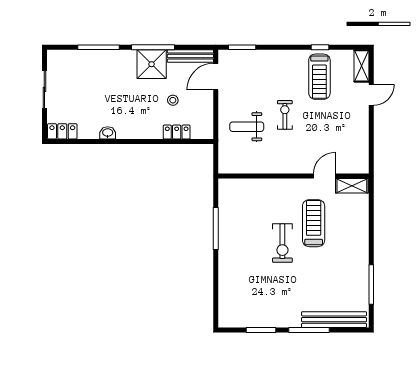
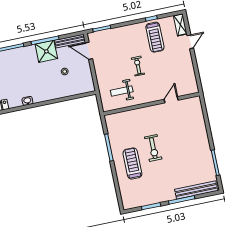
door: (216, 77) -> (89, 51), hinge flipped
weight bench: (247, 127) -> (122, 91), moved
locker: (177, 132) -> (71, 91), removed
shelving: (352, 186) -> (190, 102), removed
treadmill: (314, 223) -> (132, 163), moved

